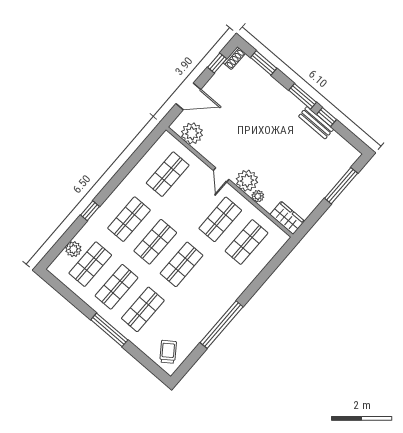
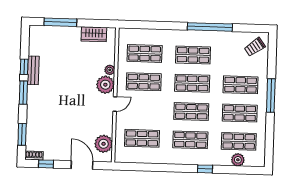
wardrobe: (287, 218) -> (94, 34), moved, turned -90
shop shelf: (208, 287) -> (193, 55), added

